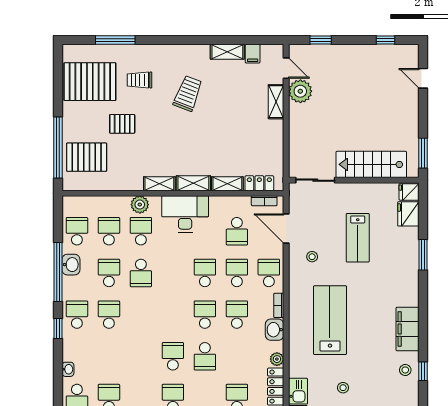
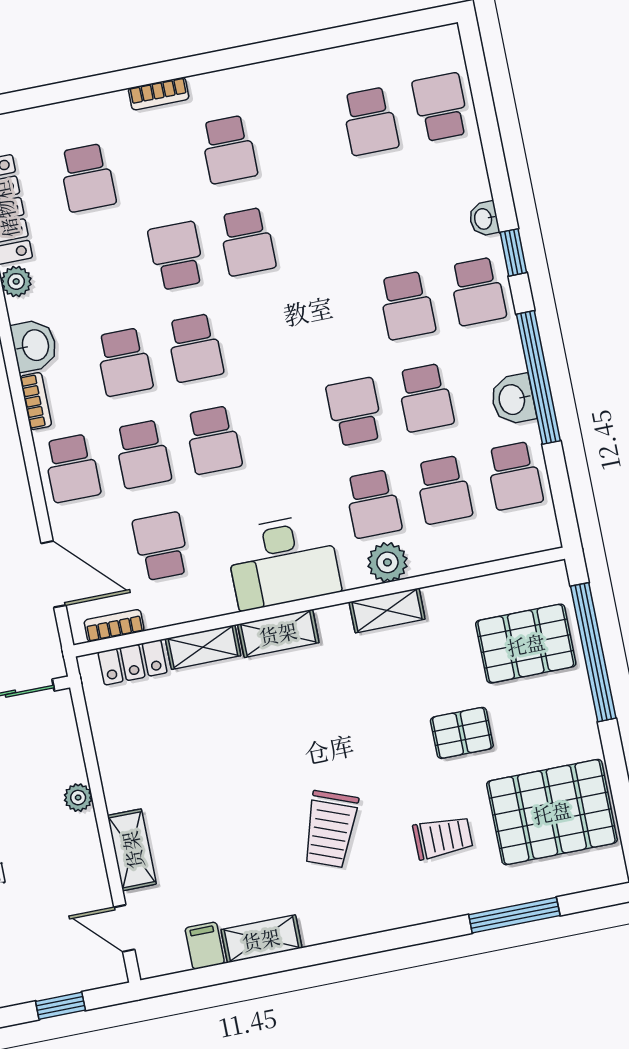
plant: (300, 91) -> (78, 798), moved, width x0.53, depth x0.53
shelving: (159, 184) -> (387, 610), moved
washbasin: (68, 369) -> (484, 219), moved

